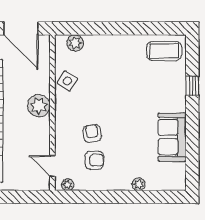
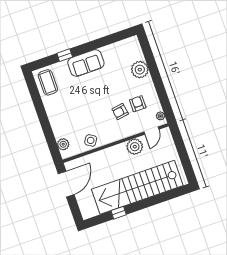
plant: (39, 106) -> (135, 147), moved
sofa: (172, 137) -> (86, 63), moved
plant: (139, 184) -> (140, 70), width x1.87, depth x1.87

